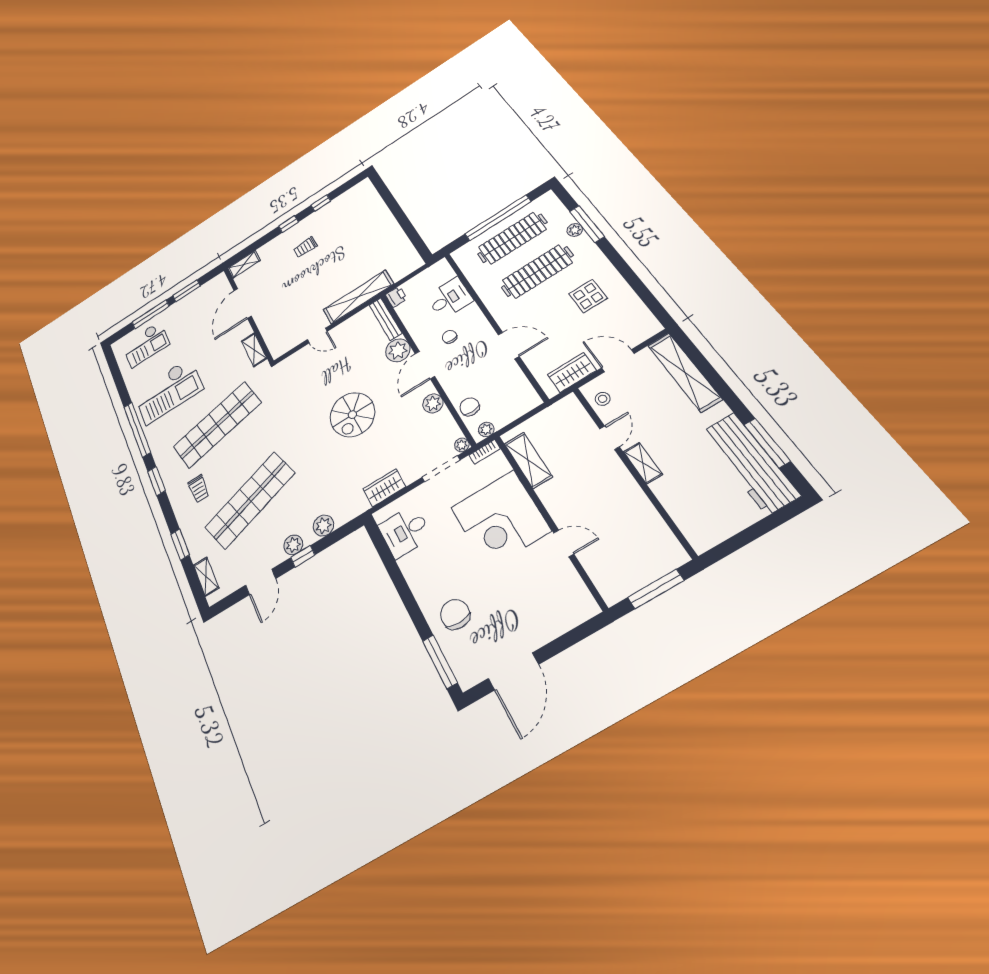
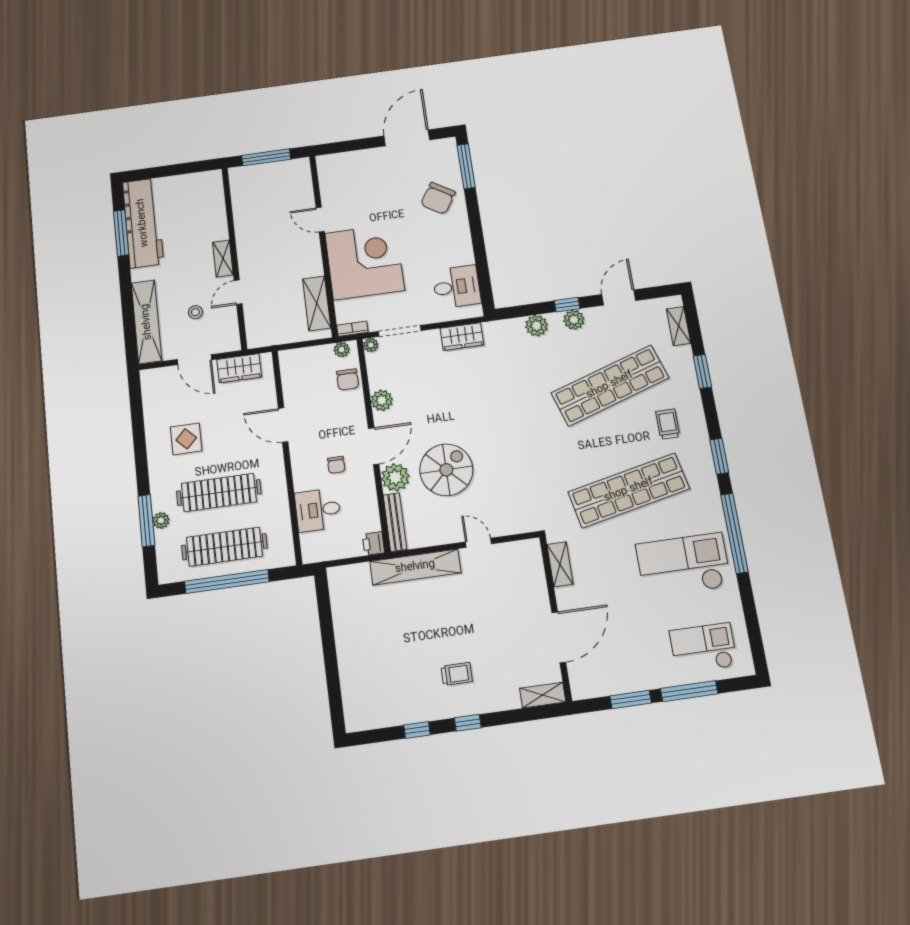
stool: (603, 399) -> (195, 312), moved
spiral stairs: (352, 415) -> (446, 470), moved
chair: (455, 614) -> (438, 198), turned 32

